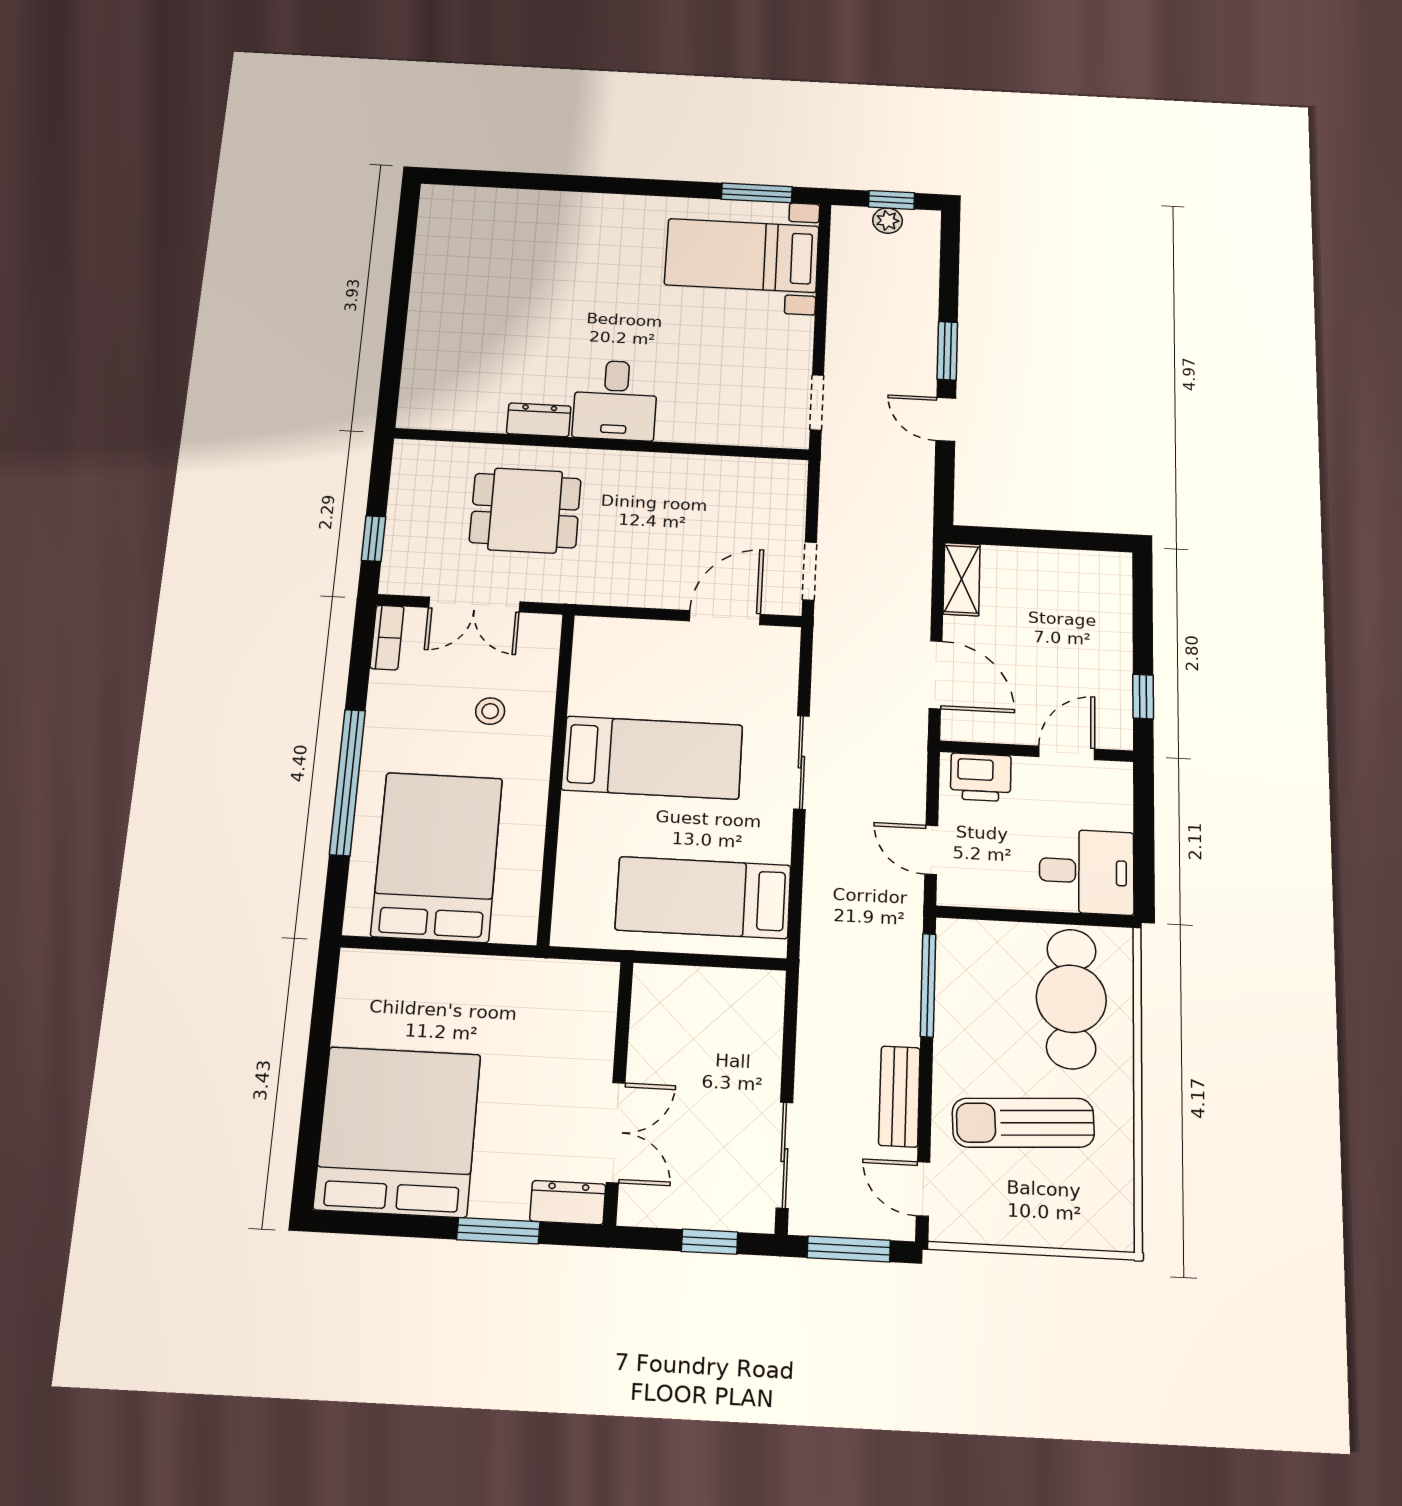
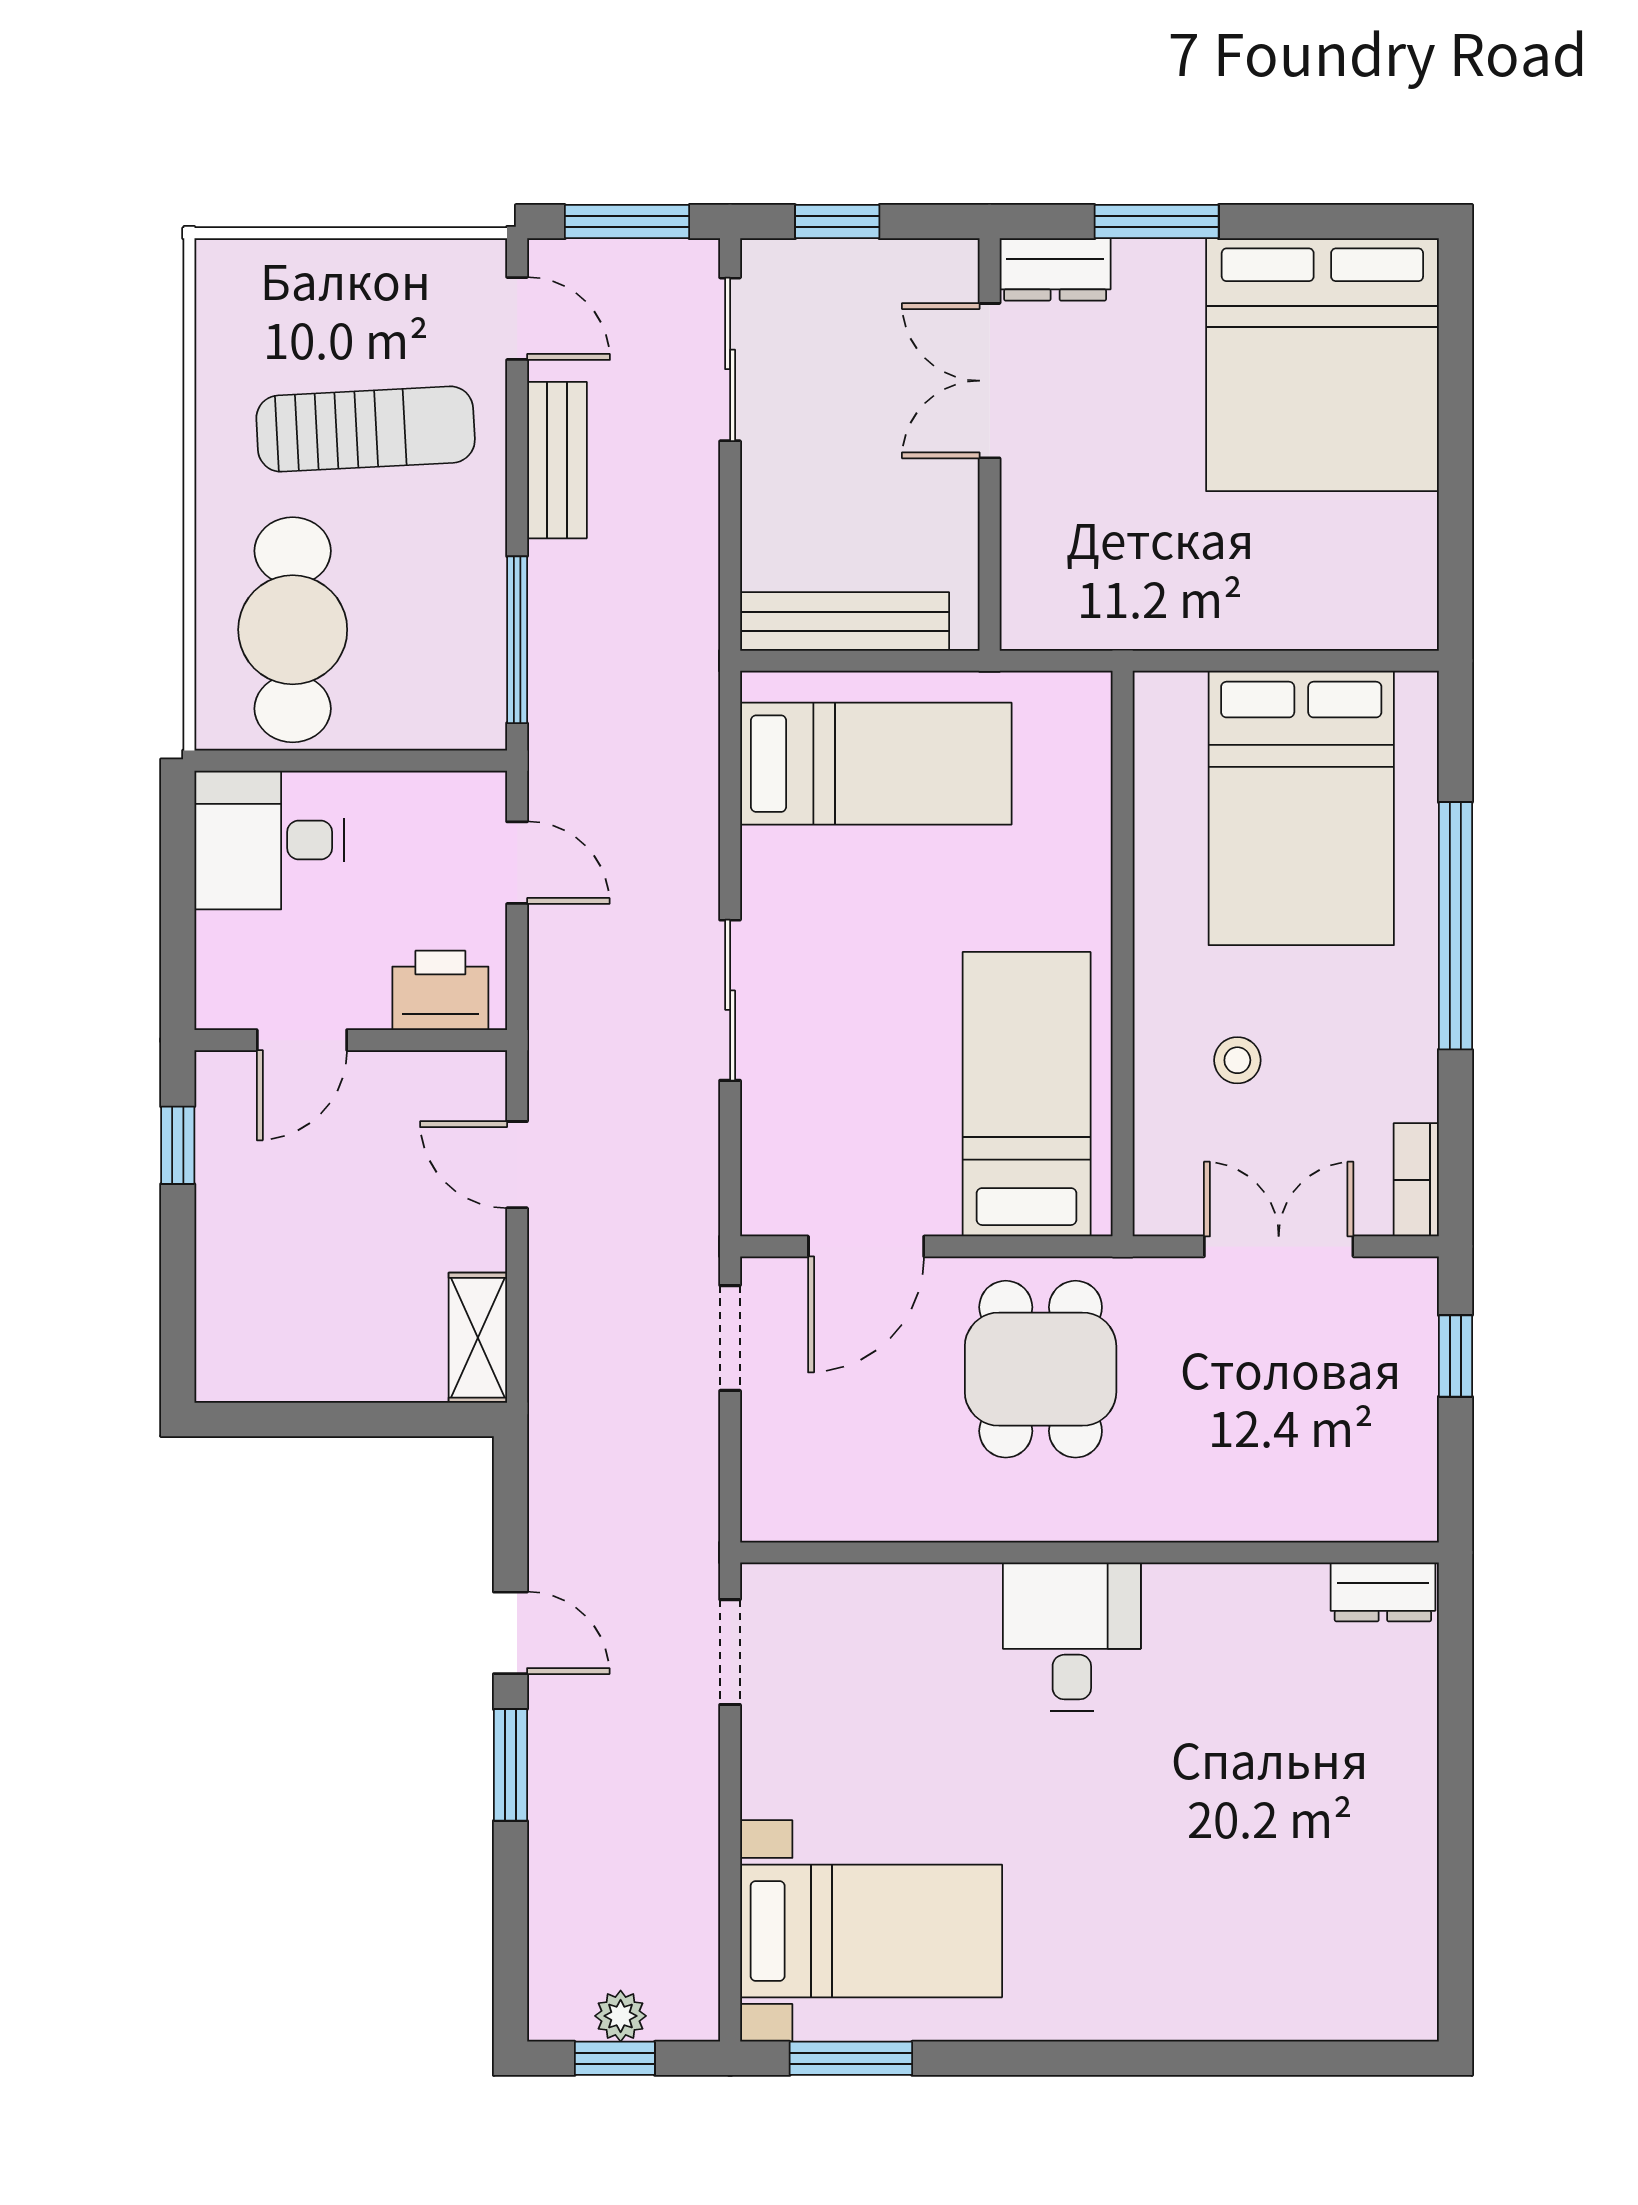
dresser: (539, 420) -> (1383, 1592), moved
dining table: (525, 511) -> (1041, 1369), moved, turned 90
door: (936, 675) -> (517, 1165), width x0.73
bed: (652, 758) -> (1027, 1094), moved, turned 90
bench: (718, 985) -> (845, 622), added

